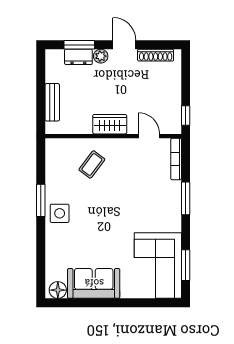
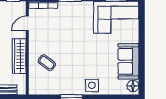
wardrobe: (110, 124) -> (19, 56), width x1.50
side table: (60, 213) -> (92, 85), moved

